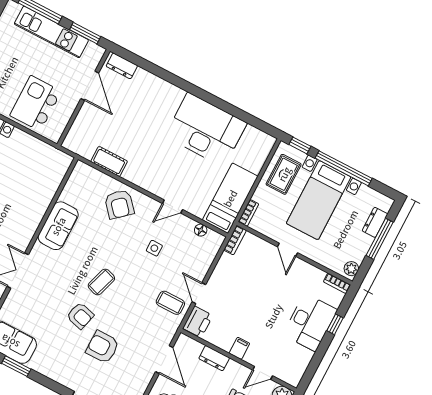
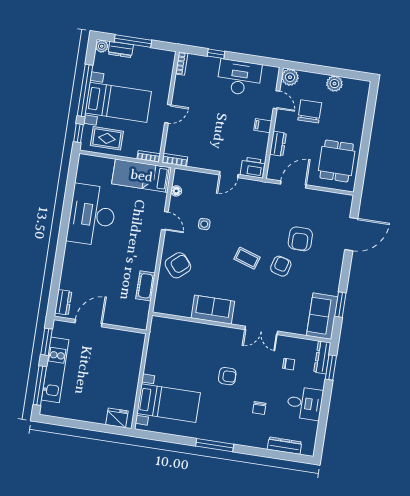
kitchen island: (36, 103) -> (118, 363), removed
plant: (351, 269) -> (102, 46), moved
coffee table: (170, 303) -> (245, 195), removed
desk: (310, 322) -> (239, 78), moved

